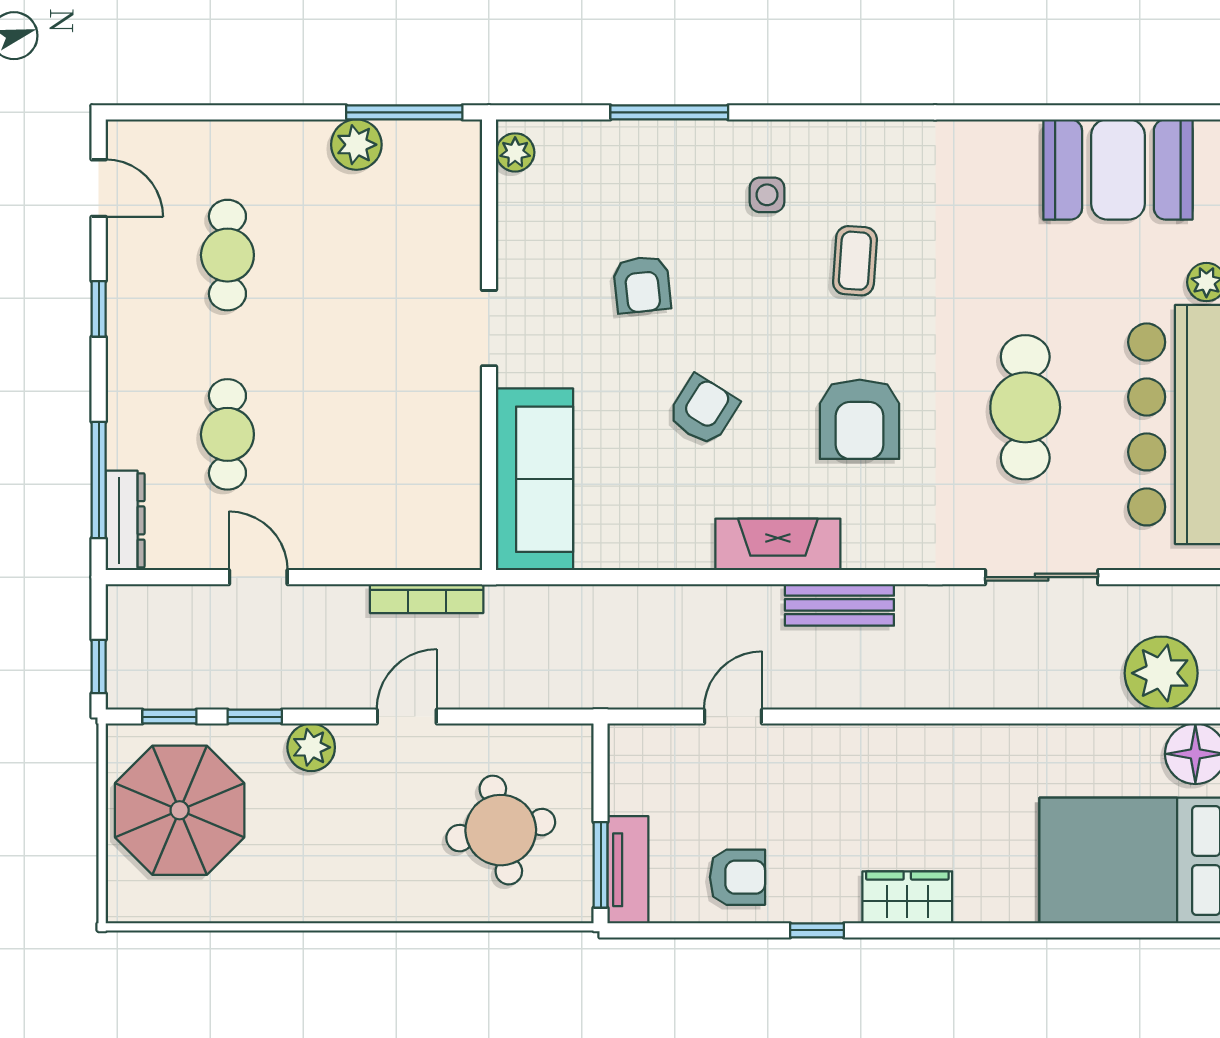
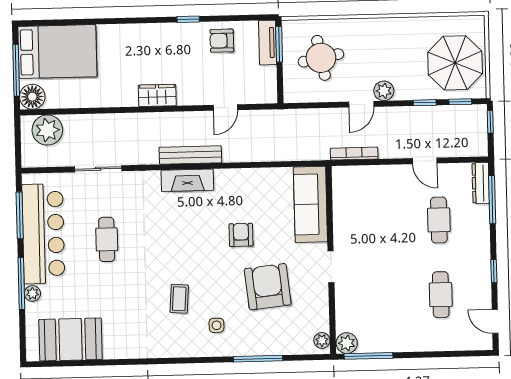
plant: (356, 145) -> (347, 343), moved
armchair: (642, 284) -> (268, 287), width x1.88, depth x1.88
cafe table: (1025, 407) -> (107, 239), width x0.73, depth x0.74
armchair: (703, 410) -> (241, 235), turned 148
armchair: (860, 419) -> (176, 233), removed
fireplace: (778, 544) -> (187, 180), moved
bench: (839, 605) -> (190, 155), width x1.36
plant: (311, 747) -> (384, 91), moved
wardrobe: (907, 897) -> (157, 95), moved, turned 180

